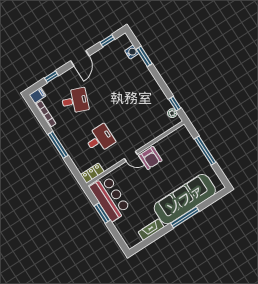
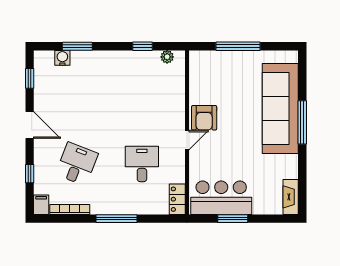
window: (175, 104) -> (143, 46), moved
armchair: (150, 158) -> (204, 118), turned 90
fireplace: (151, 230) -> (291, 197), moved

